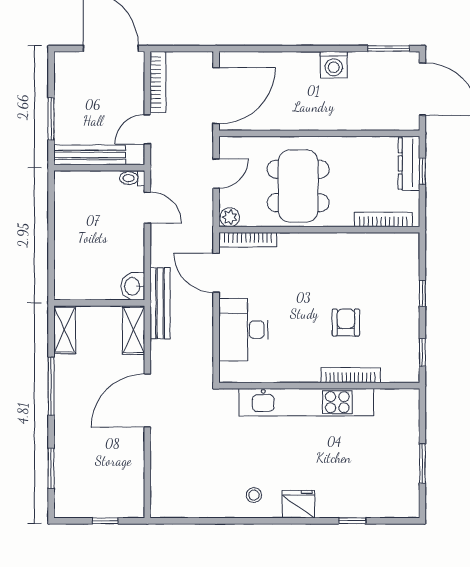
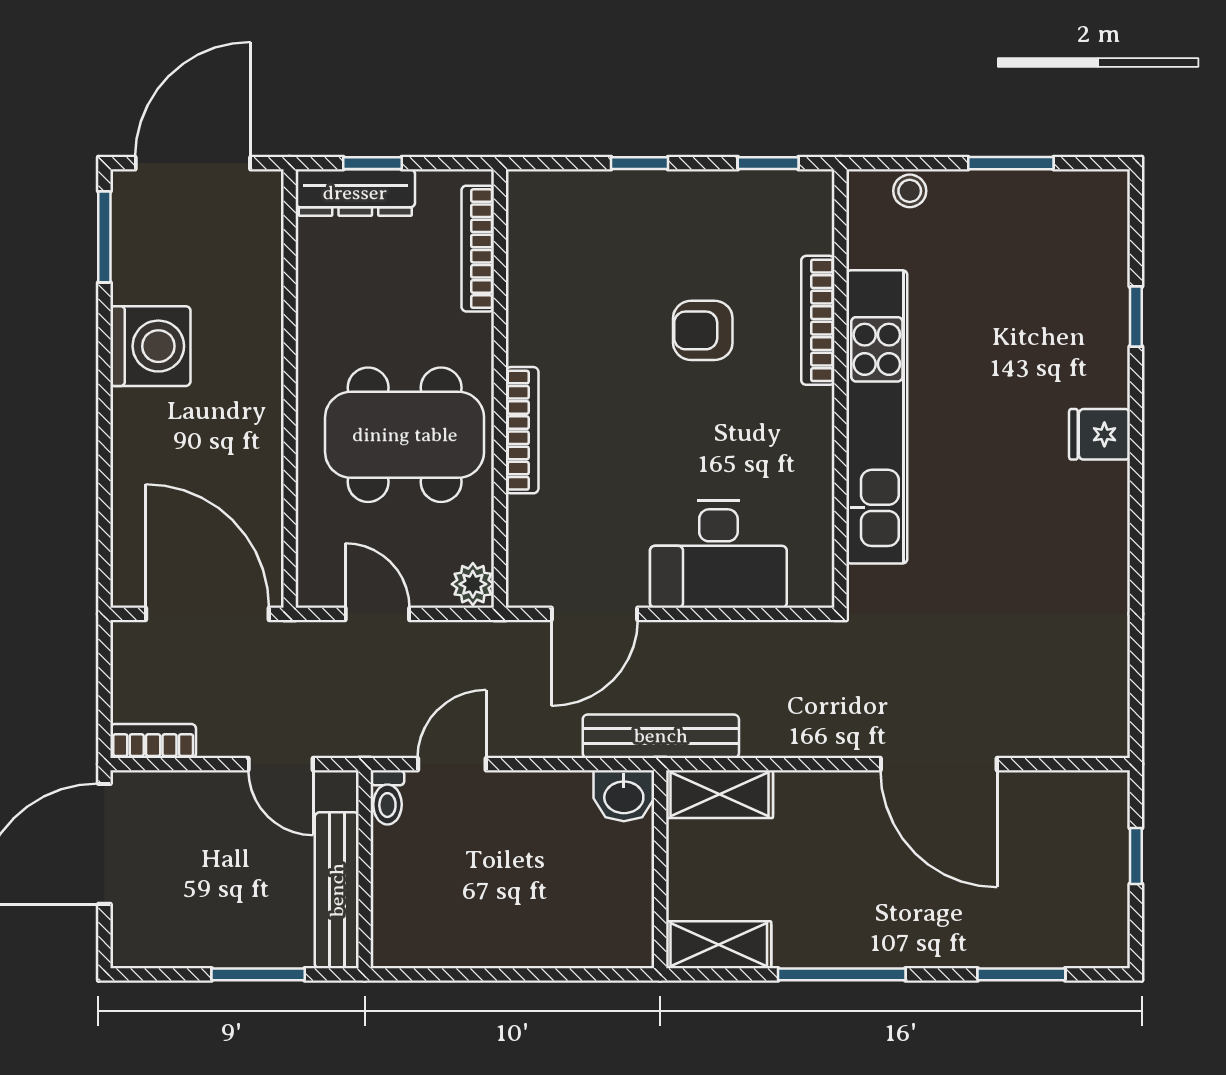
washing machine: (334, 65) -> (150, 346), width x1.37, depth x1.37
bookcase: (158, 82) -> (153, 741), width x0.64
bookcase: (248, 240) -> (522, 430), moved
door: (147, 401) -> (939, 764), moved
stool: (254, 495) -> (910, 191), moved
fridge: (298, 504) -> (1100, 434), width x0.72

